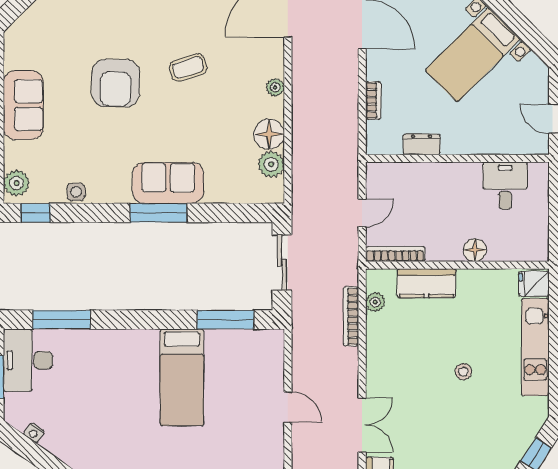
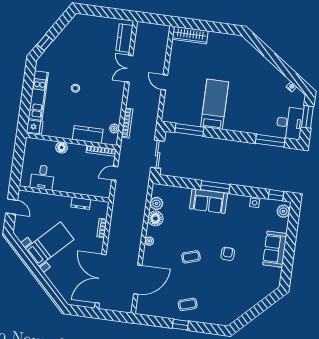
armchair: (116, 83) -> (228, 254), width x0.53, depth x0.53

